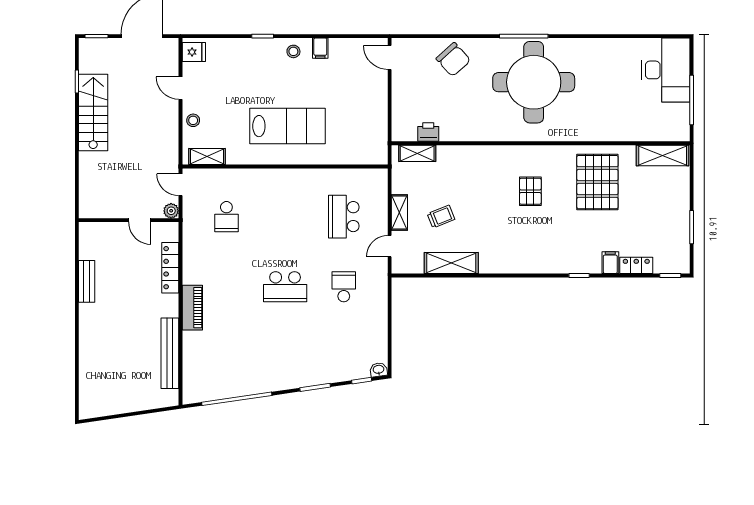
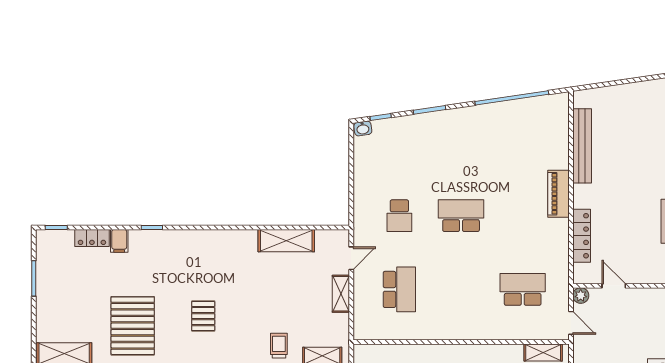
school desk: (226, 217) -> (523, 289), width x1.85
trolley: (441, 217) -> (279, 346), moved, turned 112

